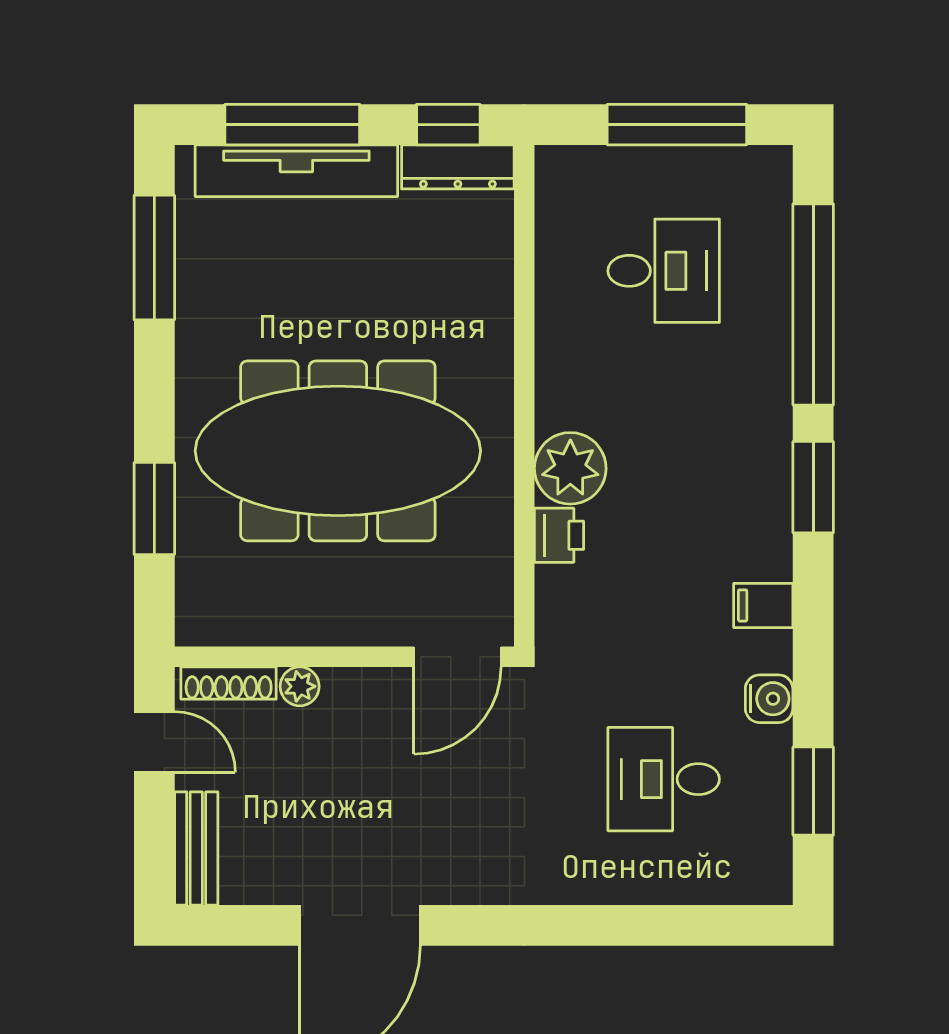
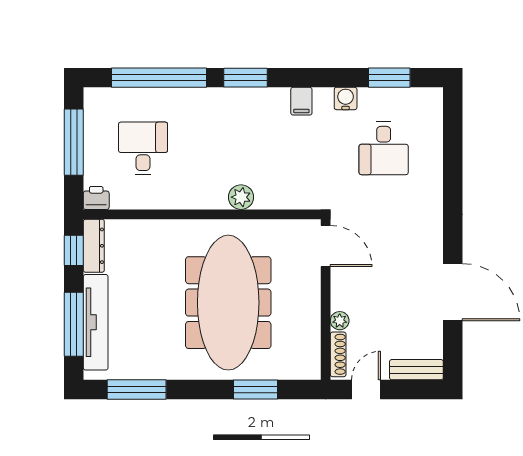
plant: (570, 468) -> (241, 197), width x0.73, depth x0.73
printer: (559, 535) -> (96, 198), moved

